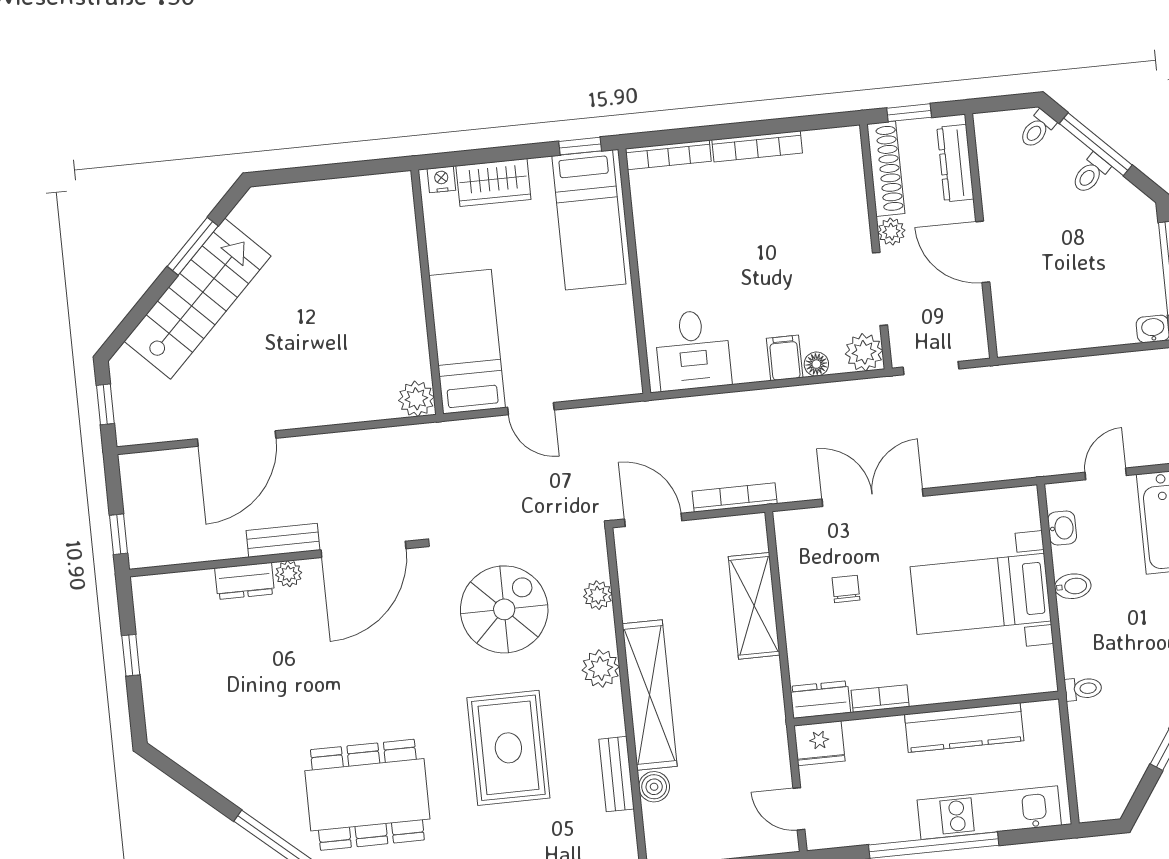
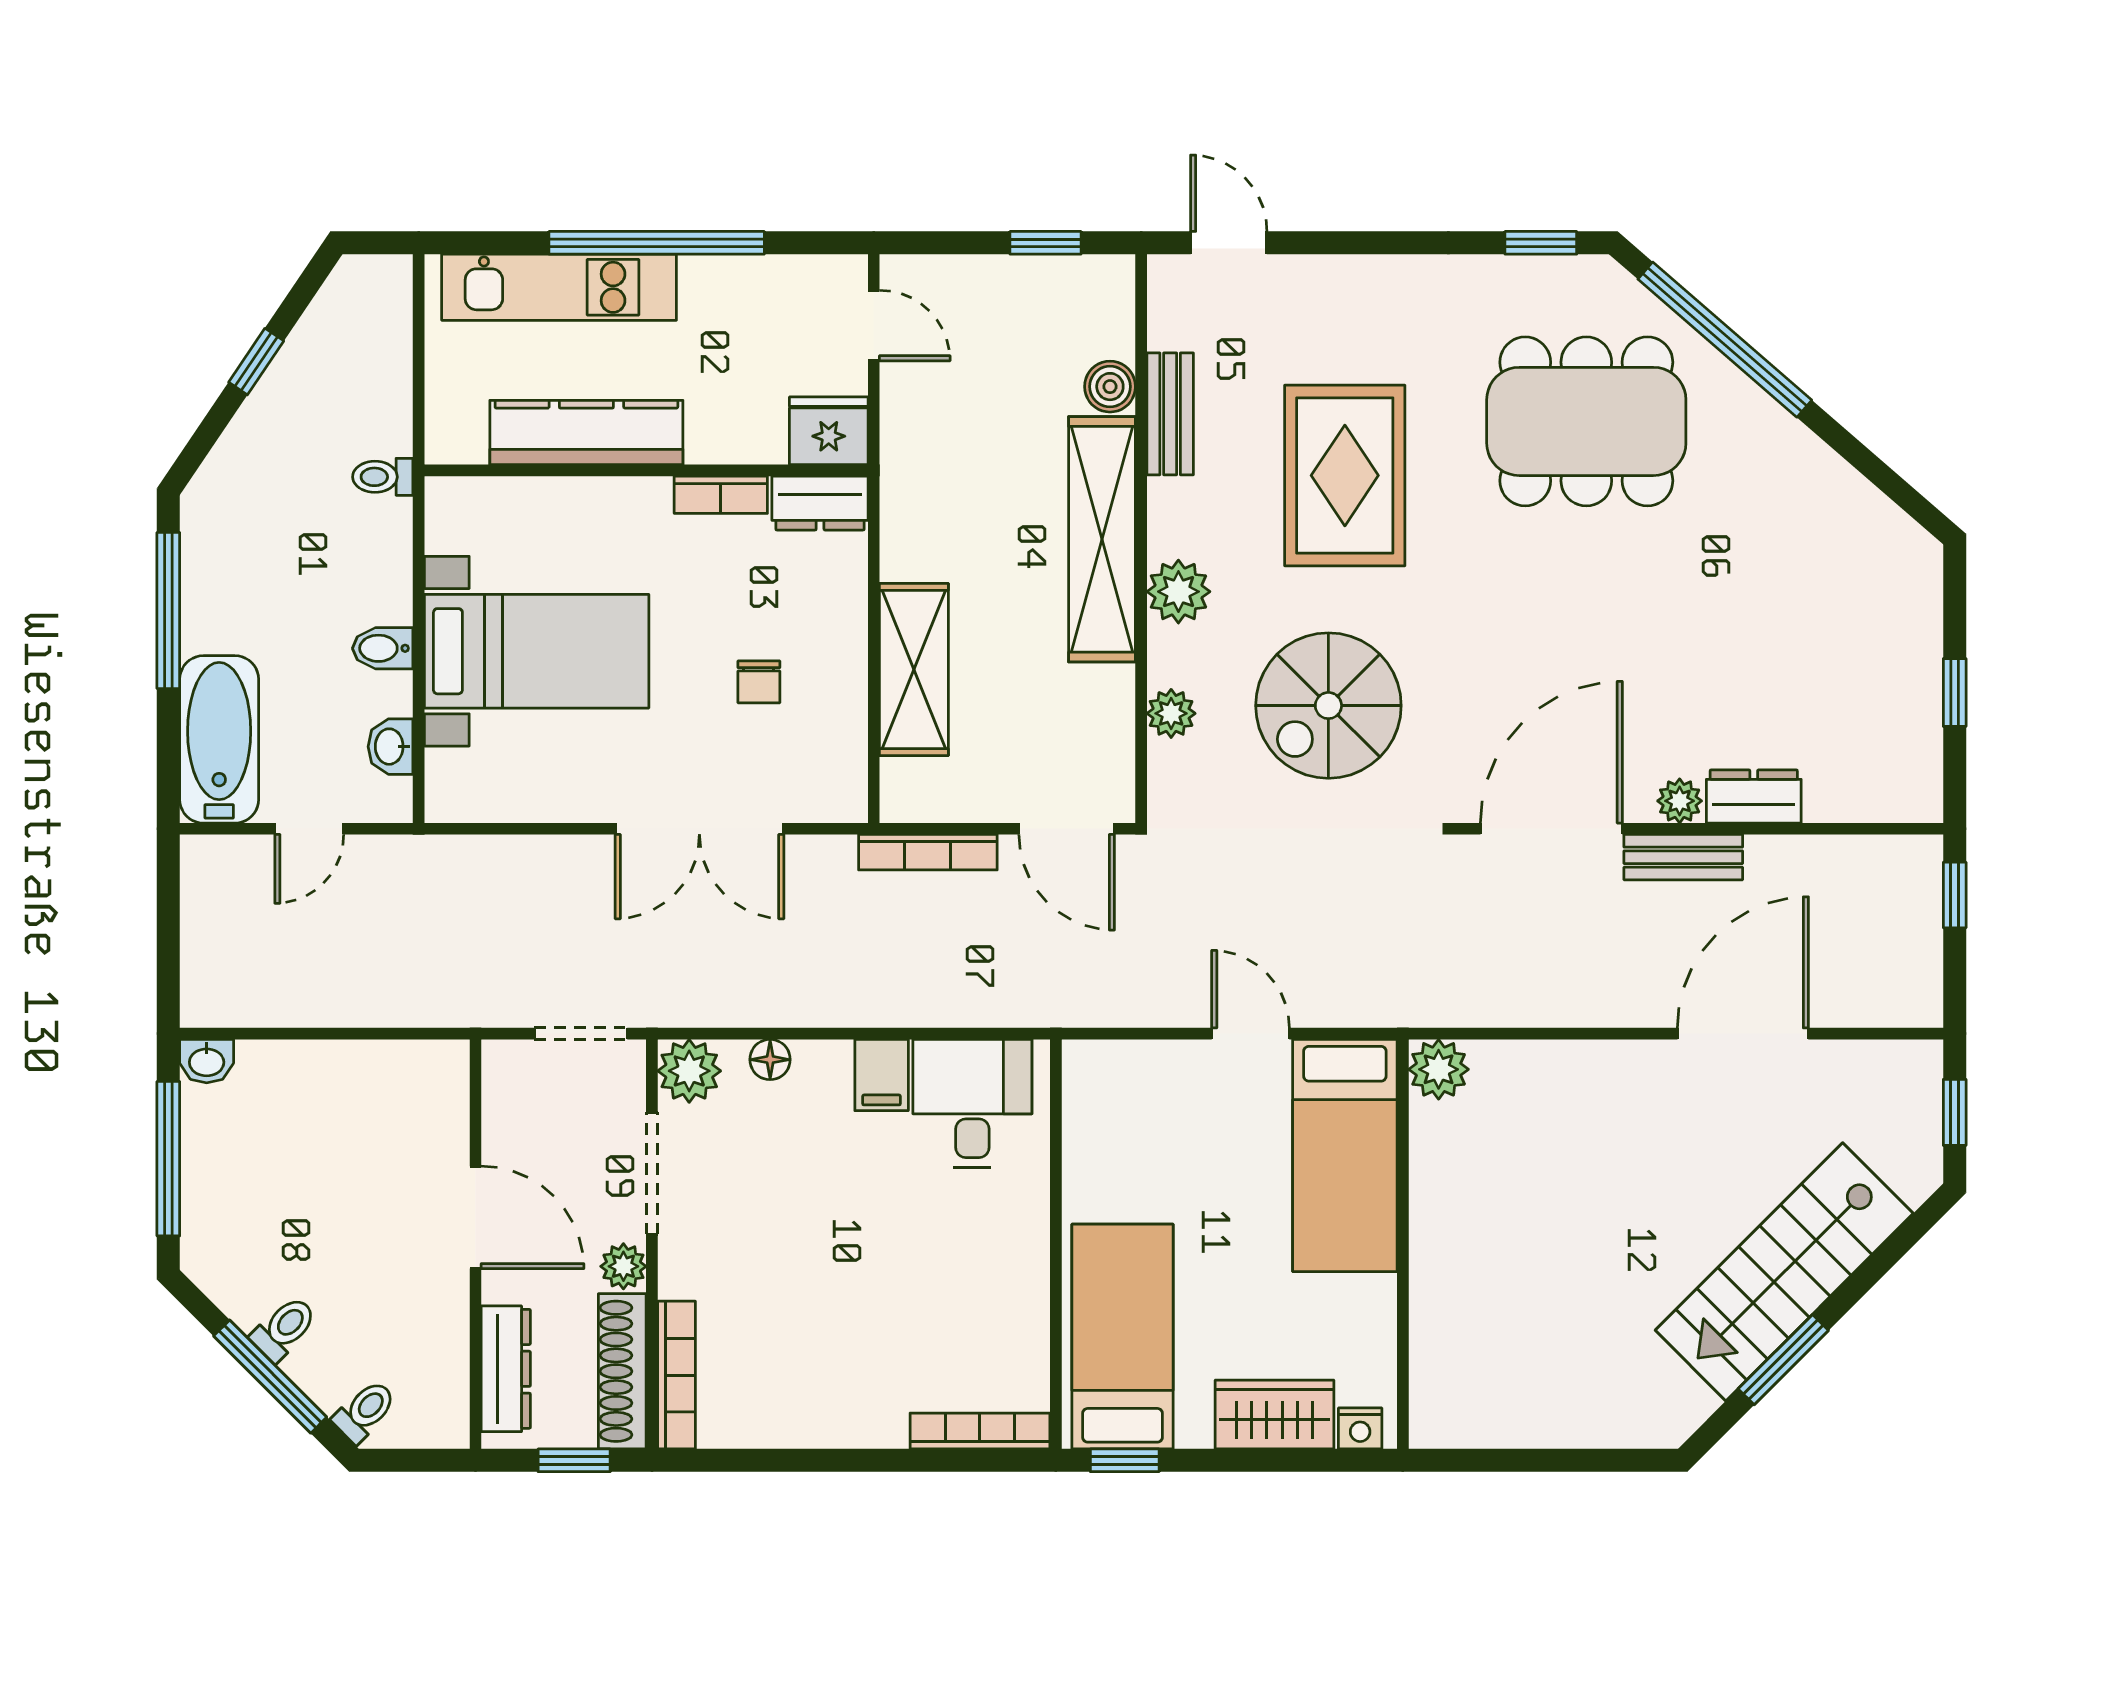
bookcase: (757, 146) -> (677, 1375), moved, turned 90
filing cabinet: (785, 358) -> (882, 1075), moved

